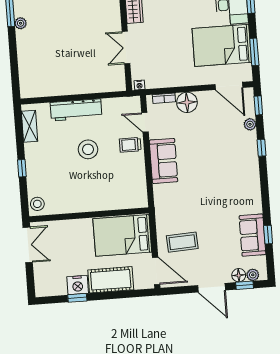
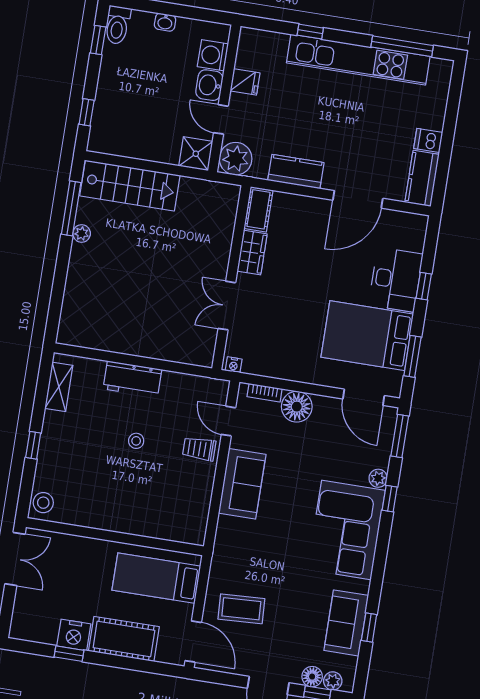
window: (258, 105) -> (400, 436), width x1.50
workbench: (76, 110) -> (132, 379), width x0.73
plant: (250, 124) -> (378, 478), moved
stool: (88, 149) -> (136, 441), width x0.53, depth x0.53
corner sofa: (238, 175) -> (346, 530), added
bed: (122, 235) -> (156, 578), width x0.67

